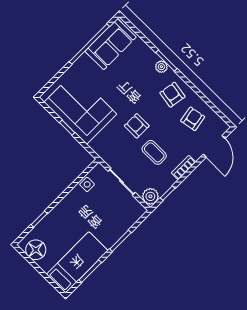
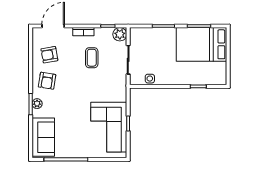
sofa: (111, 44) -> (43, 137), moved, turned 90
armchair: (137, 126) -> (86, 84), removed
floor lamp: (36, 250) -> (218, 71), removed
bed: (77, 262) -> (201, 44), width x1.50

